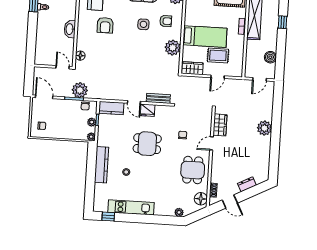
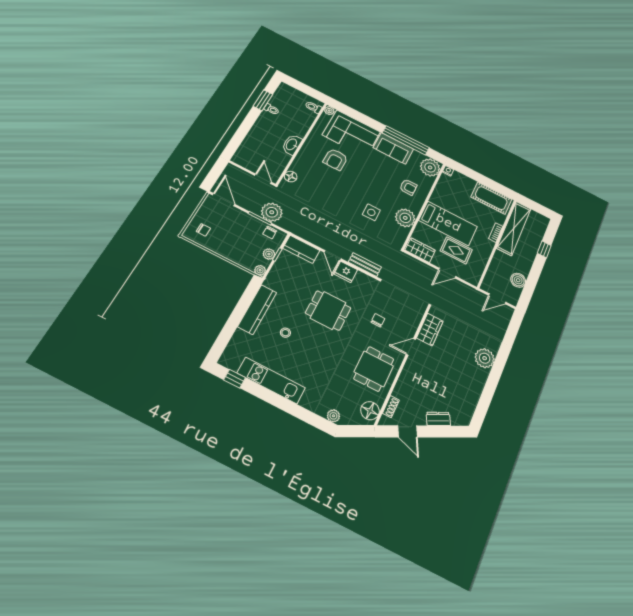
side table: (143, 24) -> (371, 212), moved

